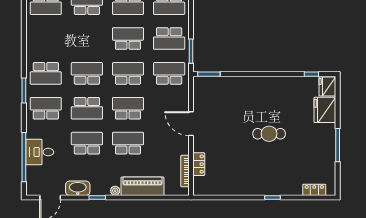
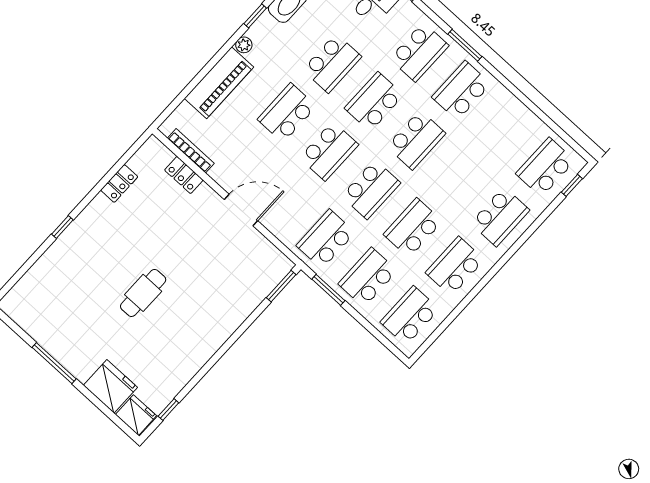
school desk: (128, 39) -> (413, 228), turned 180
school desk: (169, 73) -> (326, 239), turned 180
school desk: (128, 143) -> (287, 113), turned 180
locker: (314, 190) -> (119, 183), moved

